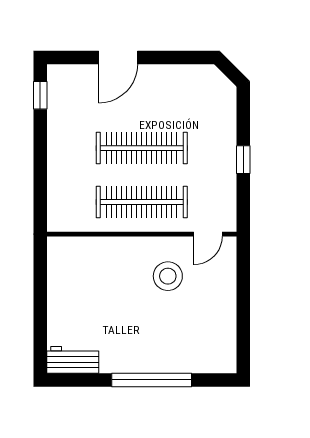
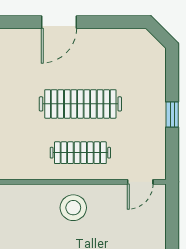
clothes rail: (142, 202) -> (80, 153), width x0.73, depth x0.76
stool: (168, 276) -> (73, 208), moved

